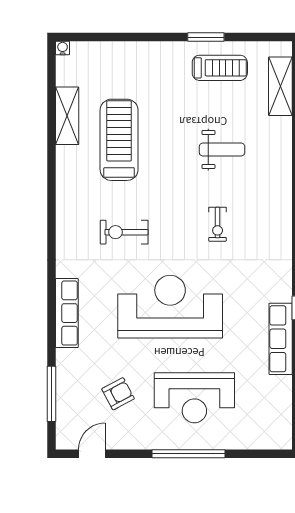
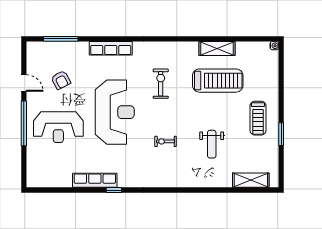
treadmill: (220, 68) -> (258, 118), moved
shelving: (67, 116) -> (217, 49), moved
reception desk: (194, 398) -> (58, 127), turned -90
door: (92, 454) -> (24, 83), moved

